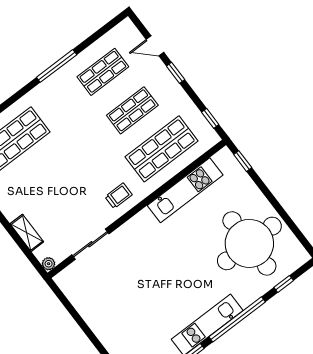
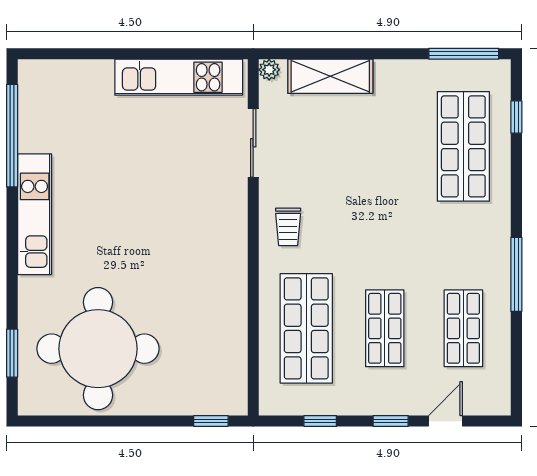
window: (210, 118) -> (320, 421), moved
kitchen unit: (185, 190) -> (179, 77), moved, turned -90
shelving: (27, 233) -> (330, 76), width x1.50, depth x1.33
window: (284, 284) -> (12, 353), width x1.50
window: (237, 319) -> (12, 258), removed

